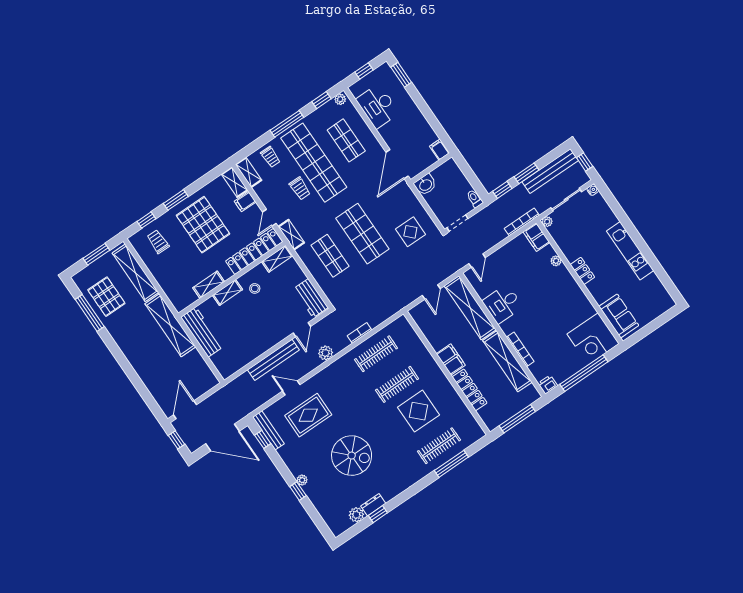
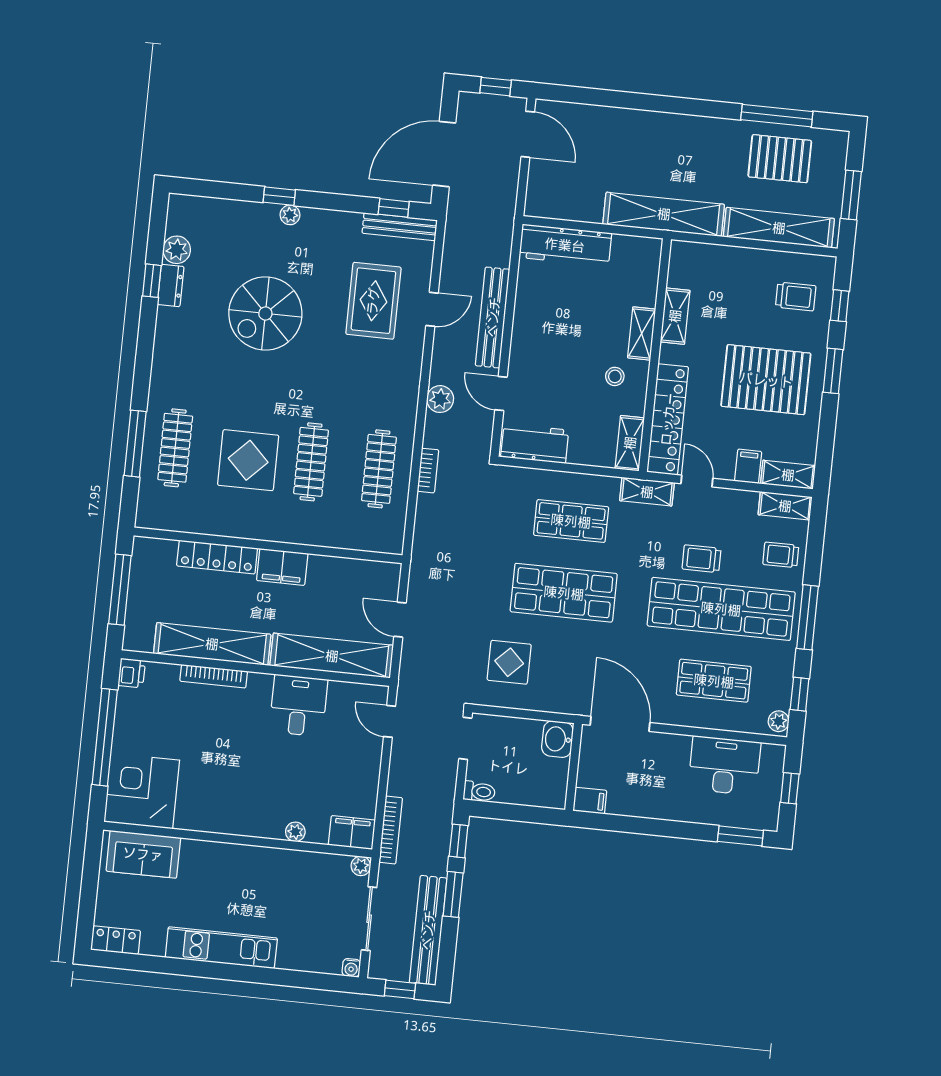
locker: (582, 271) -> (116, 940), moved, turned 180
workbench: (202, 332) -> (565, 245), moved

